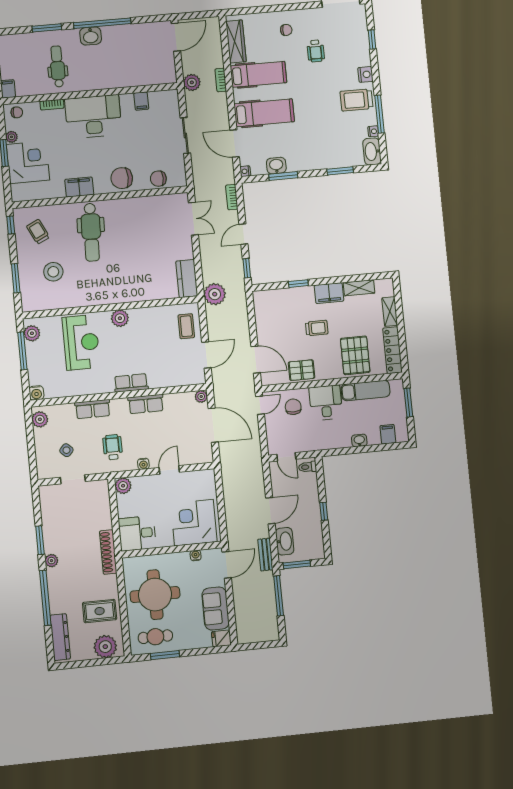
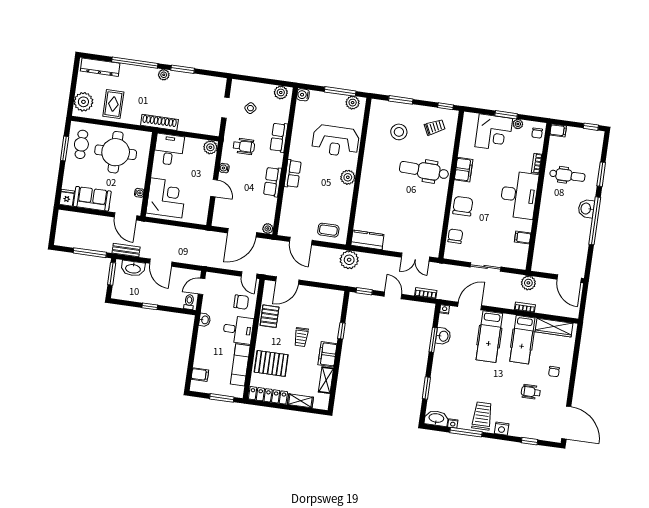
washbasin: (359, 440) -> (205, 320), moved

